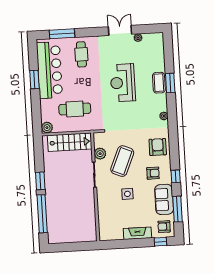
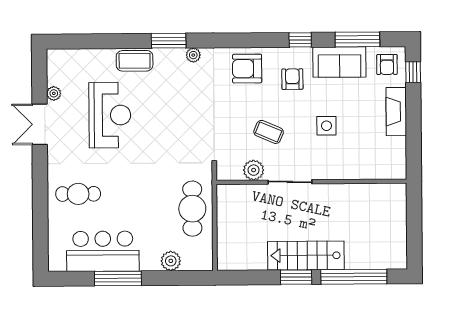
window: (62, 34) -> (40, 226), removed
bar counter: (49, 70) -> (103, 251), width x0.73
window: (34, 79) -> (118, 278), width x1.44
reception desk: (123, 83) -> (110, 115), moved, turned -90
window: (170, 83) -> (169, 41), moved
cafe table: (75, 109) -> (192, 209), moved
plant: (47, 128) -> (171, 261), moved
stairs: (70, 142) -> (306, 255), moved, turned -90
coffee table: (122, 161) -> (269, 132), width x0.54, depth x0.58

